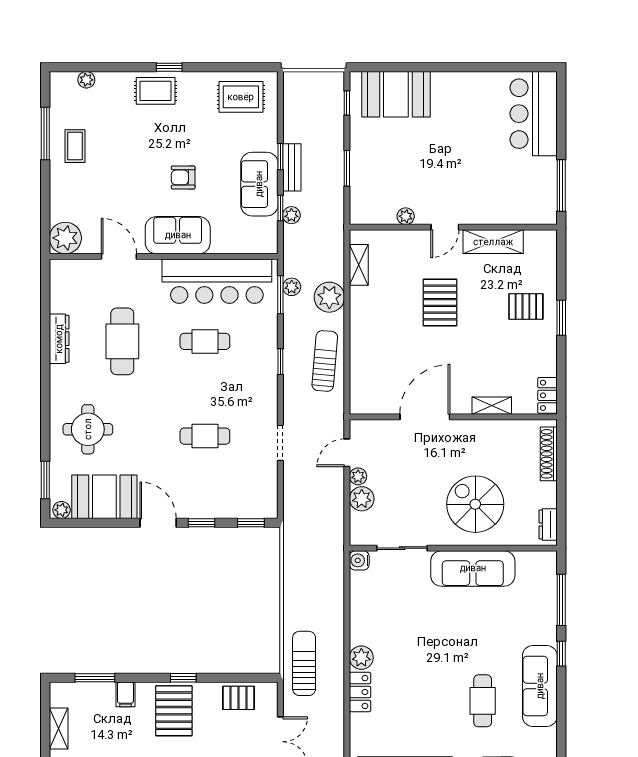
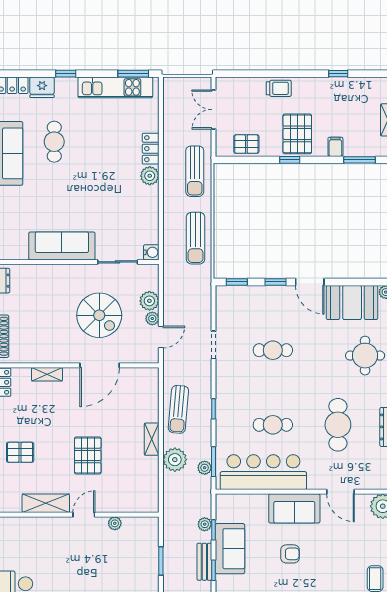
shelving: (359, 265) -> (152, 439), moved
spiral stairs: (475, 504) -> (99, 315), moved
sun lounger: (303, 578) -> (196, 238), added

